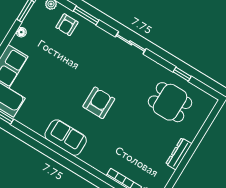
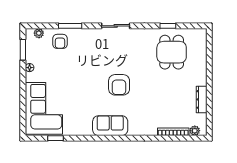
dining table: (170, 102) -> (172, 52), turned 90
armchair: (99, 103) -> (119, 85), turned 180
dresser: (179, 154) -> (202, 99), moved

